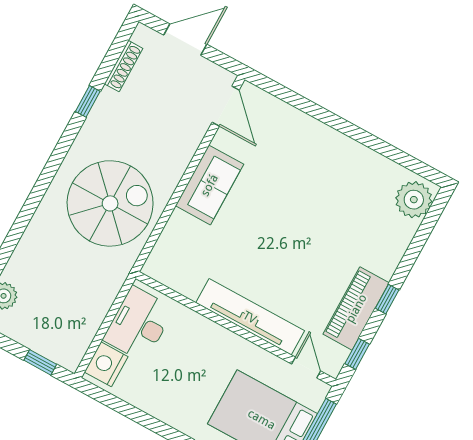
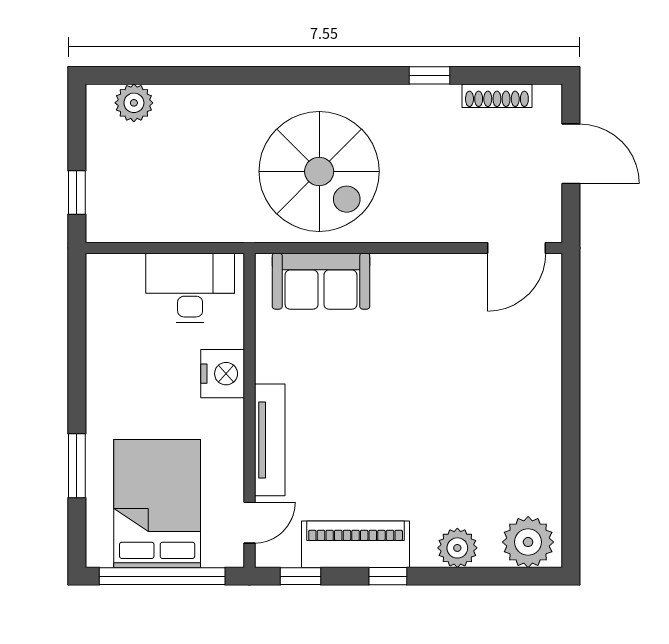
sofa: (209, 185) -> (321, 281), moved
plant: (393, 246) -> (457, 548), added
tv unit: (250, 317) -> (270, 440), width x0.73, depth x0.78
nightstand: (106, 364) -> (223, 374), moved, turned 90

